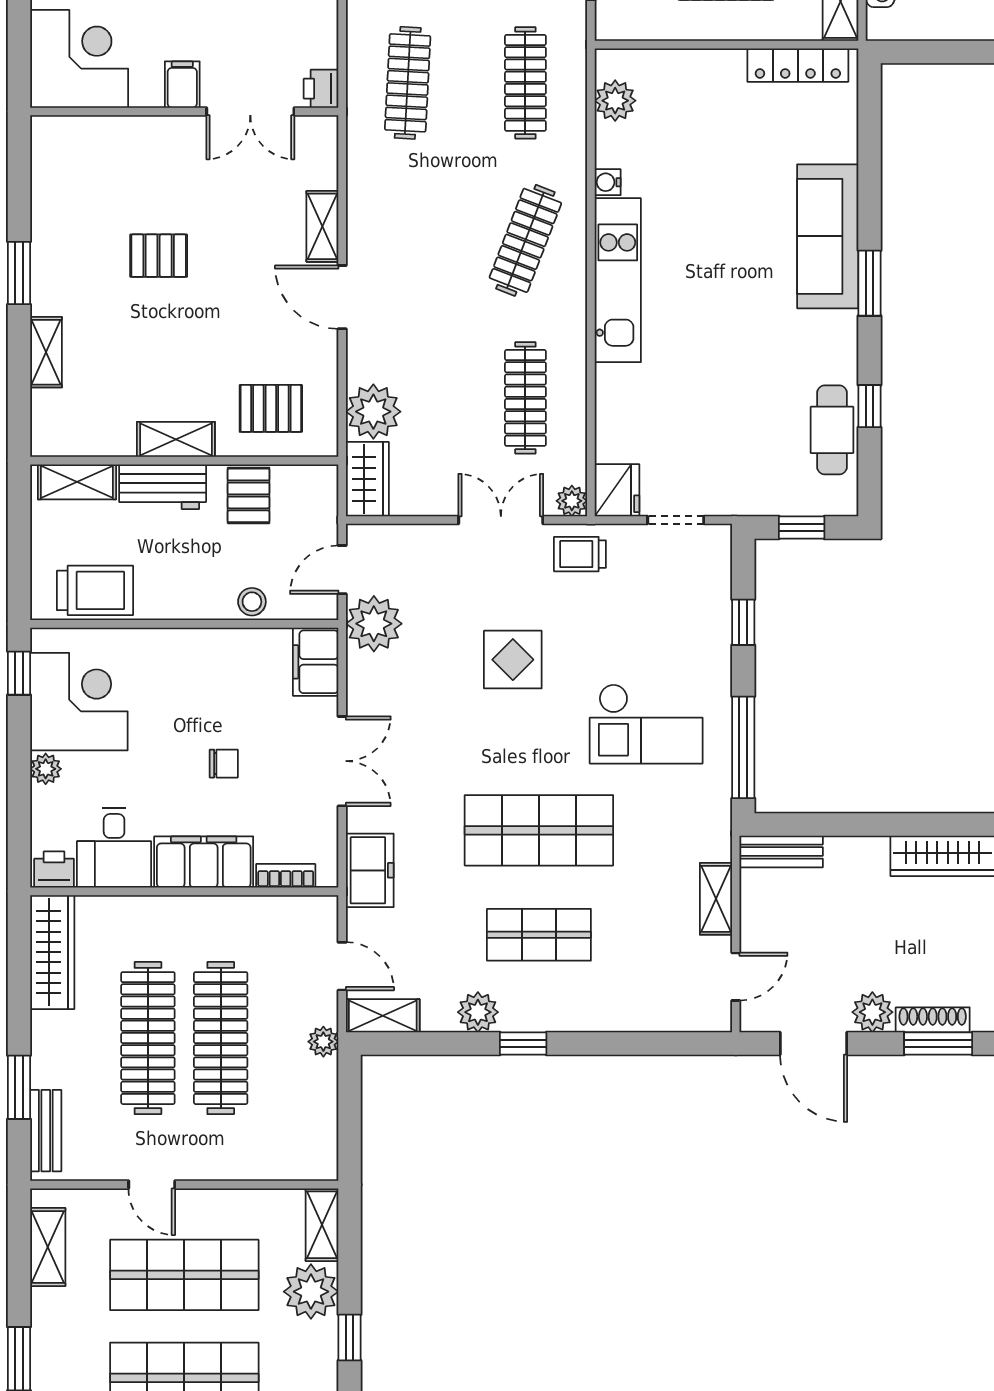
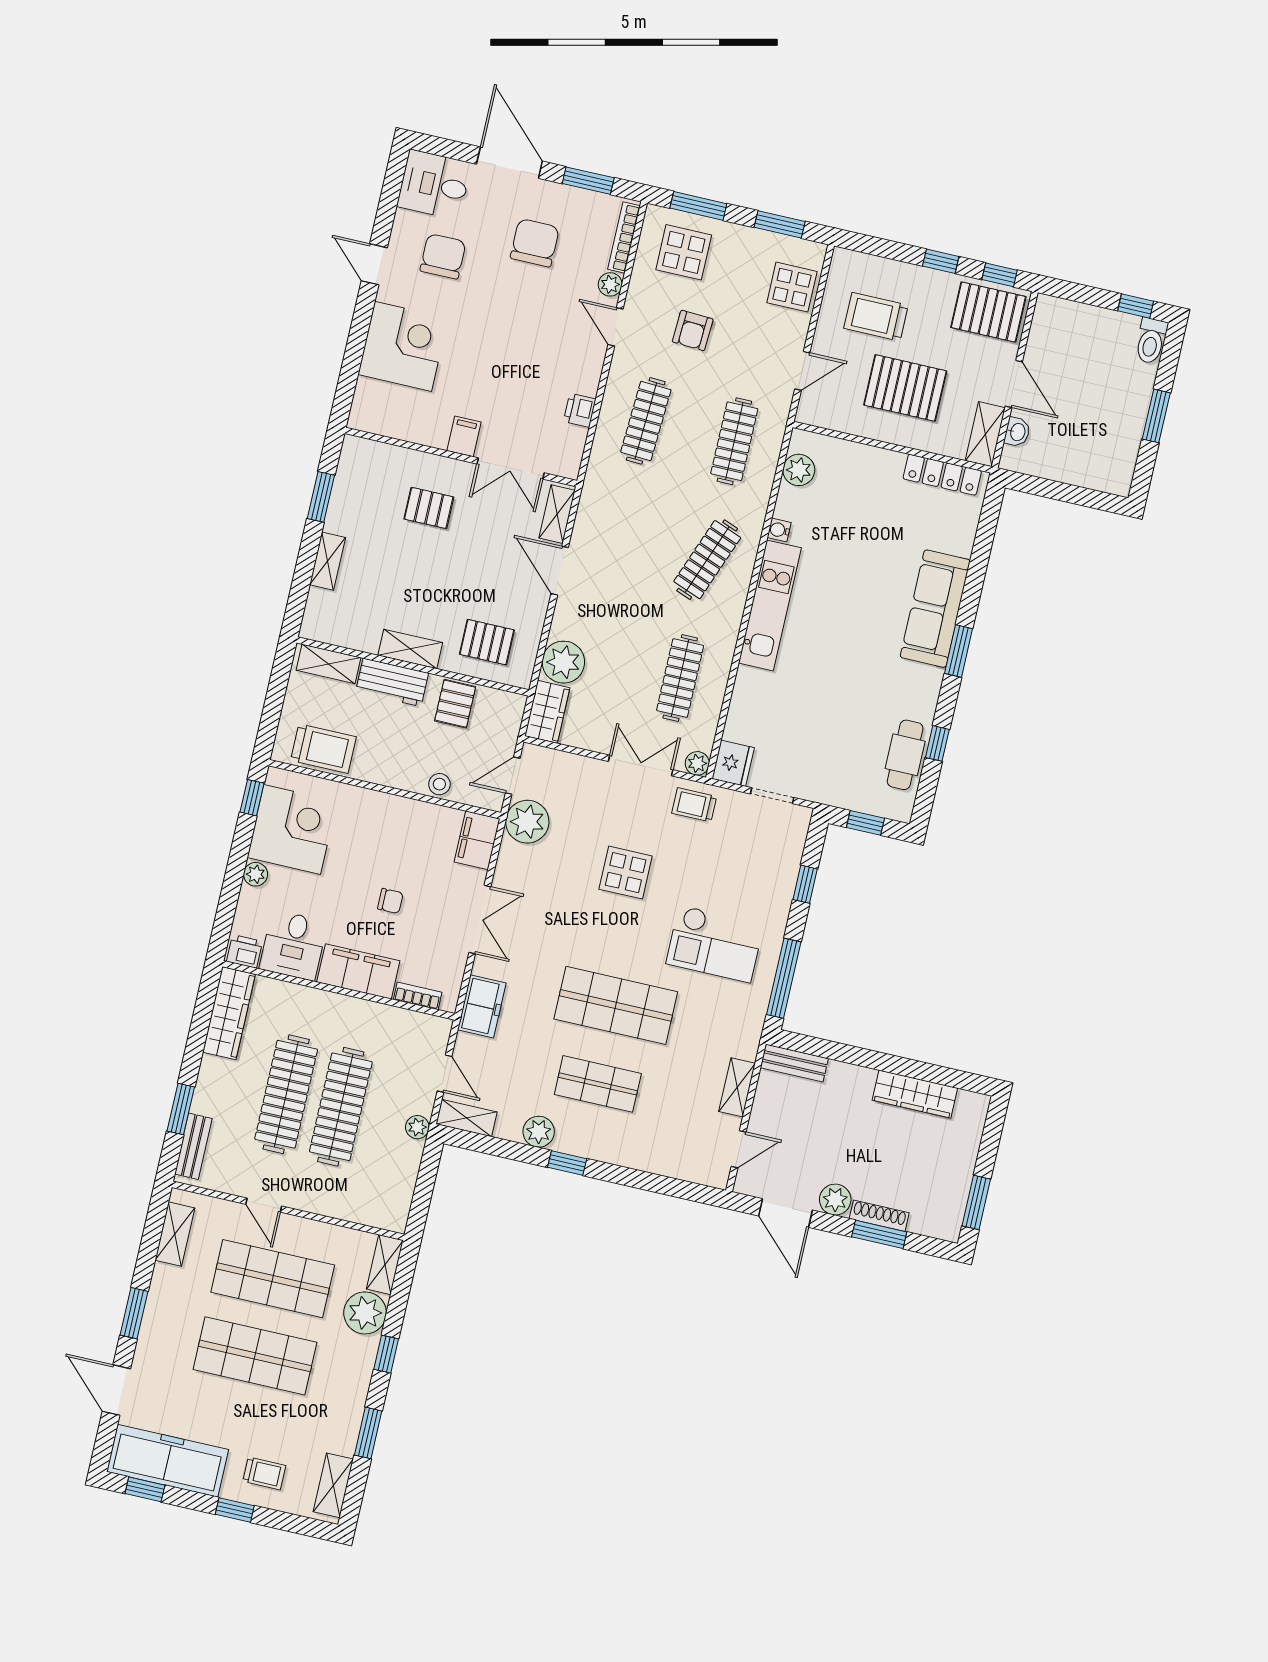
filing cabinet: (182, 85) -> (464, 436), moved
wall: (184, 111) -> (461, 457), moved
double door: (250, 111) -> (511, 468), moved

